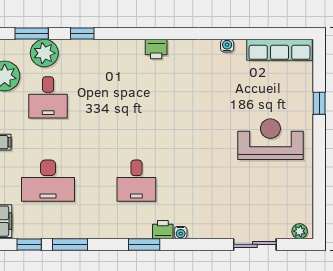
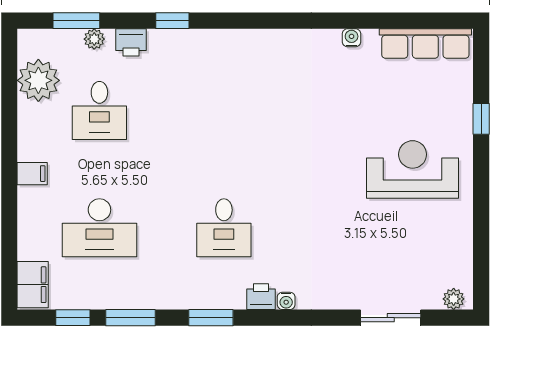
window: (82, 34) -> (172, 21), moved
printer: (156, 49) -> (131, 42), moved
plant: (44, 53) -> (94, 39), width x0.53, depth x0.53
window: (144, 244) -> (211, 318), moved

